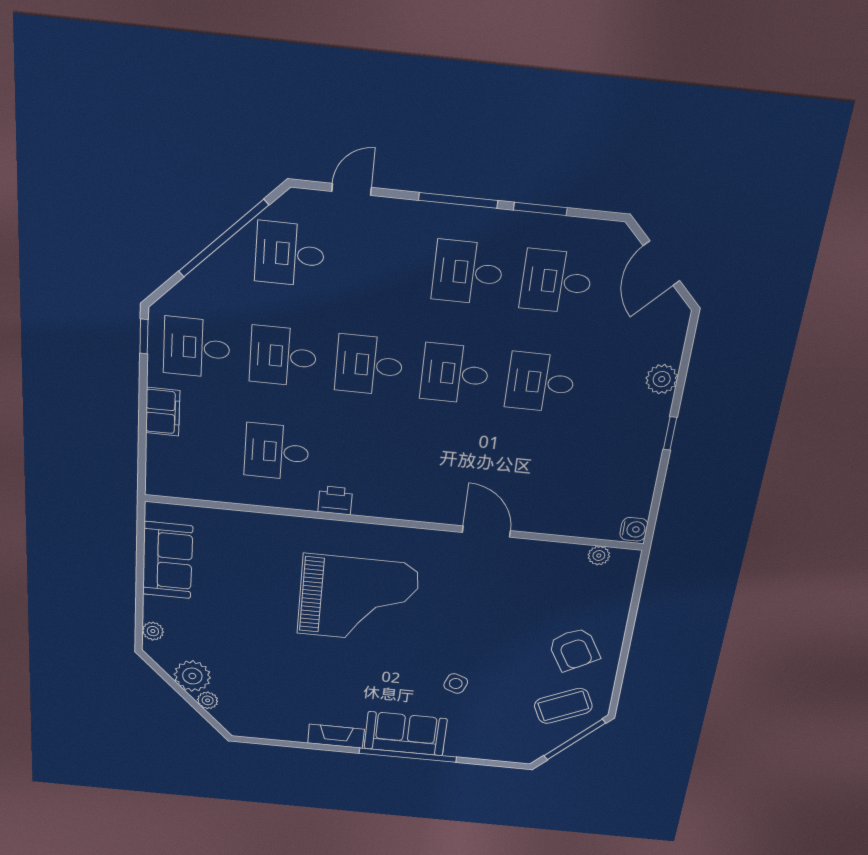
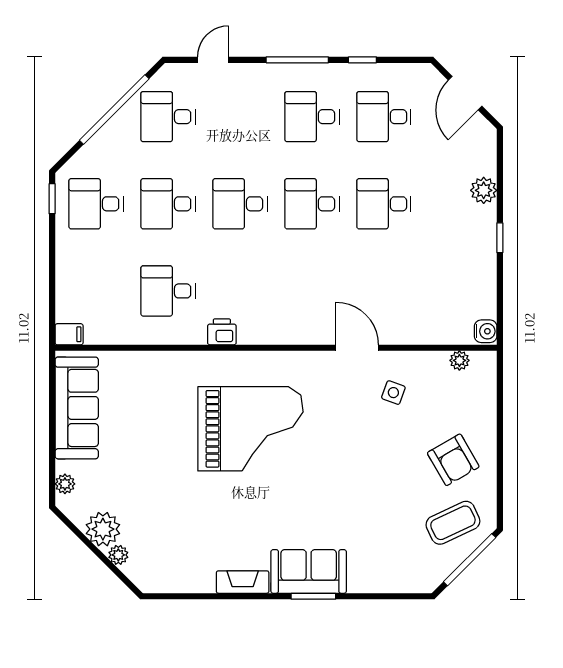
window: (540, 209) -> (362, 60), width x0.67
filing cabinet: (163, 412) -> (69, 334), moved, width x0.50
sofa: (167, 560) -> (77, 408), width x1.36
side table: (456, 684) -> (393, 393), moved
window: (408, 755) -> (313, 596), width x0.47

